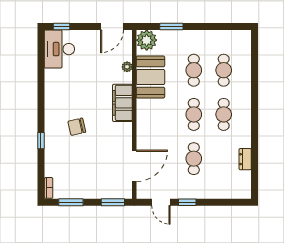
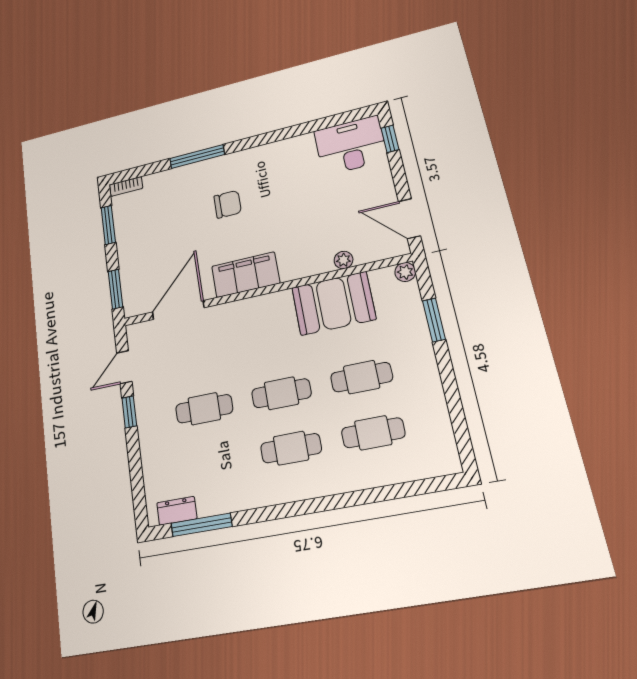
plant: (147, 40) -> (405, 272), width x0.53, depth x0.53
filing cabinet: (122, 103) -> (246, 275), moved
chair: (77, 127) -> (228, 204), turned 103
window: (41, 141) -> (197, 157), width x2.17
dresser: (245, 159) -> (177, 511), moved
door: (134, 166) -> (178, 310), swing flipped
window: (255, 169) -> (201, 525), added

